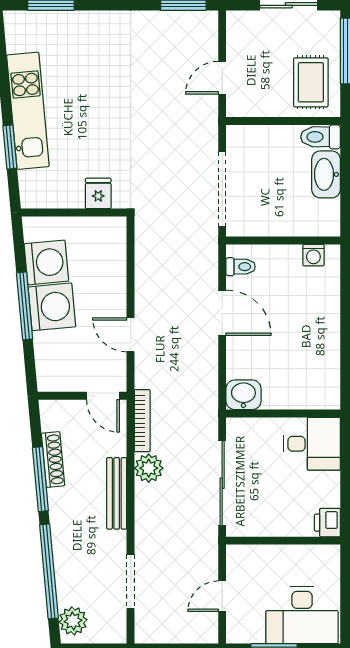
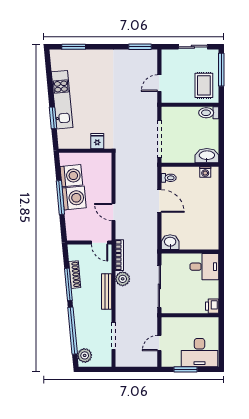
washbasin: (326, 174) -> (207, 156), moved, turned 90

